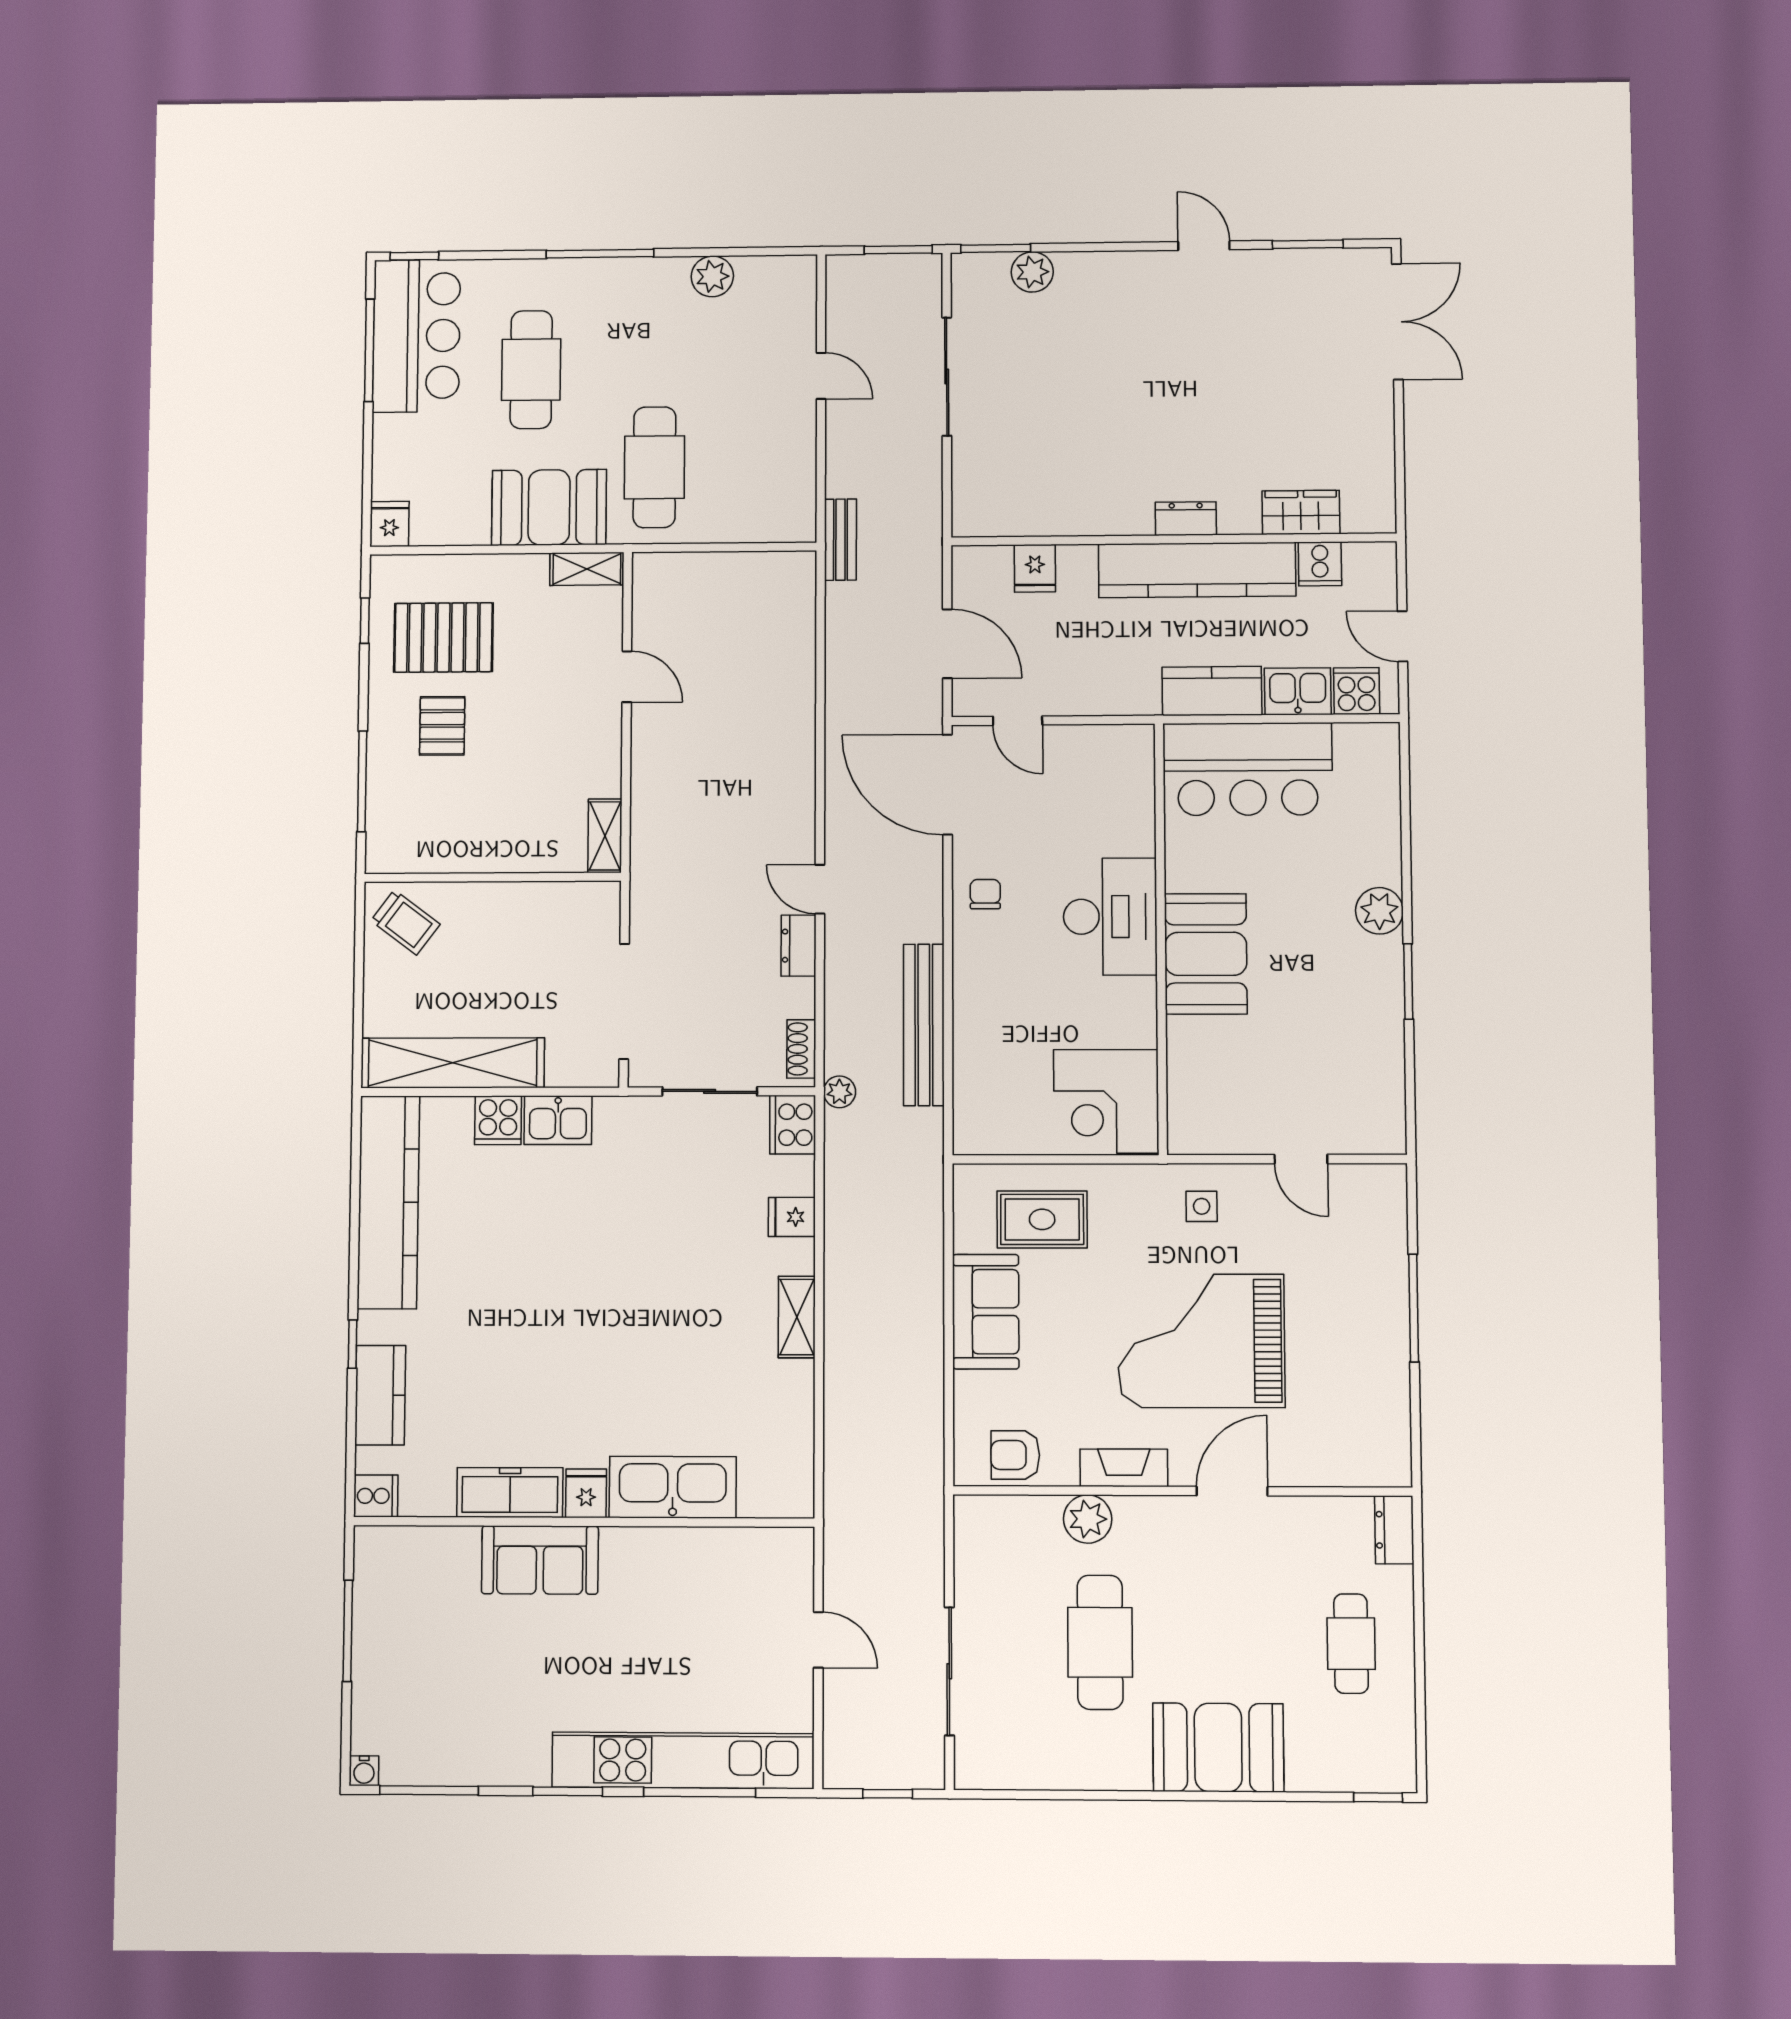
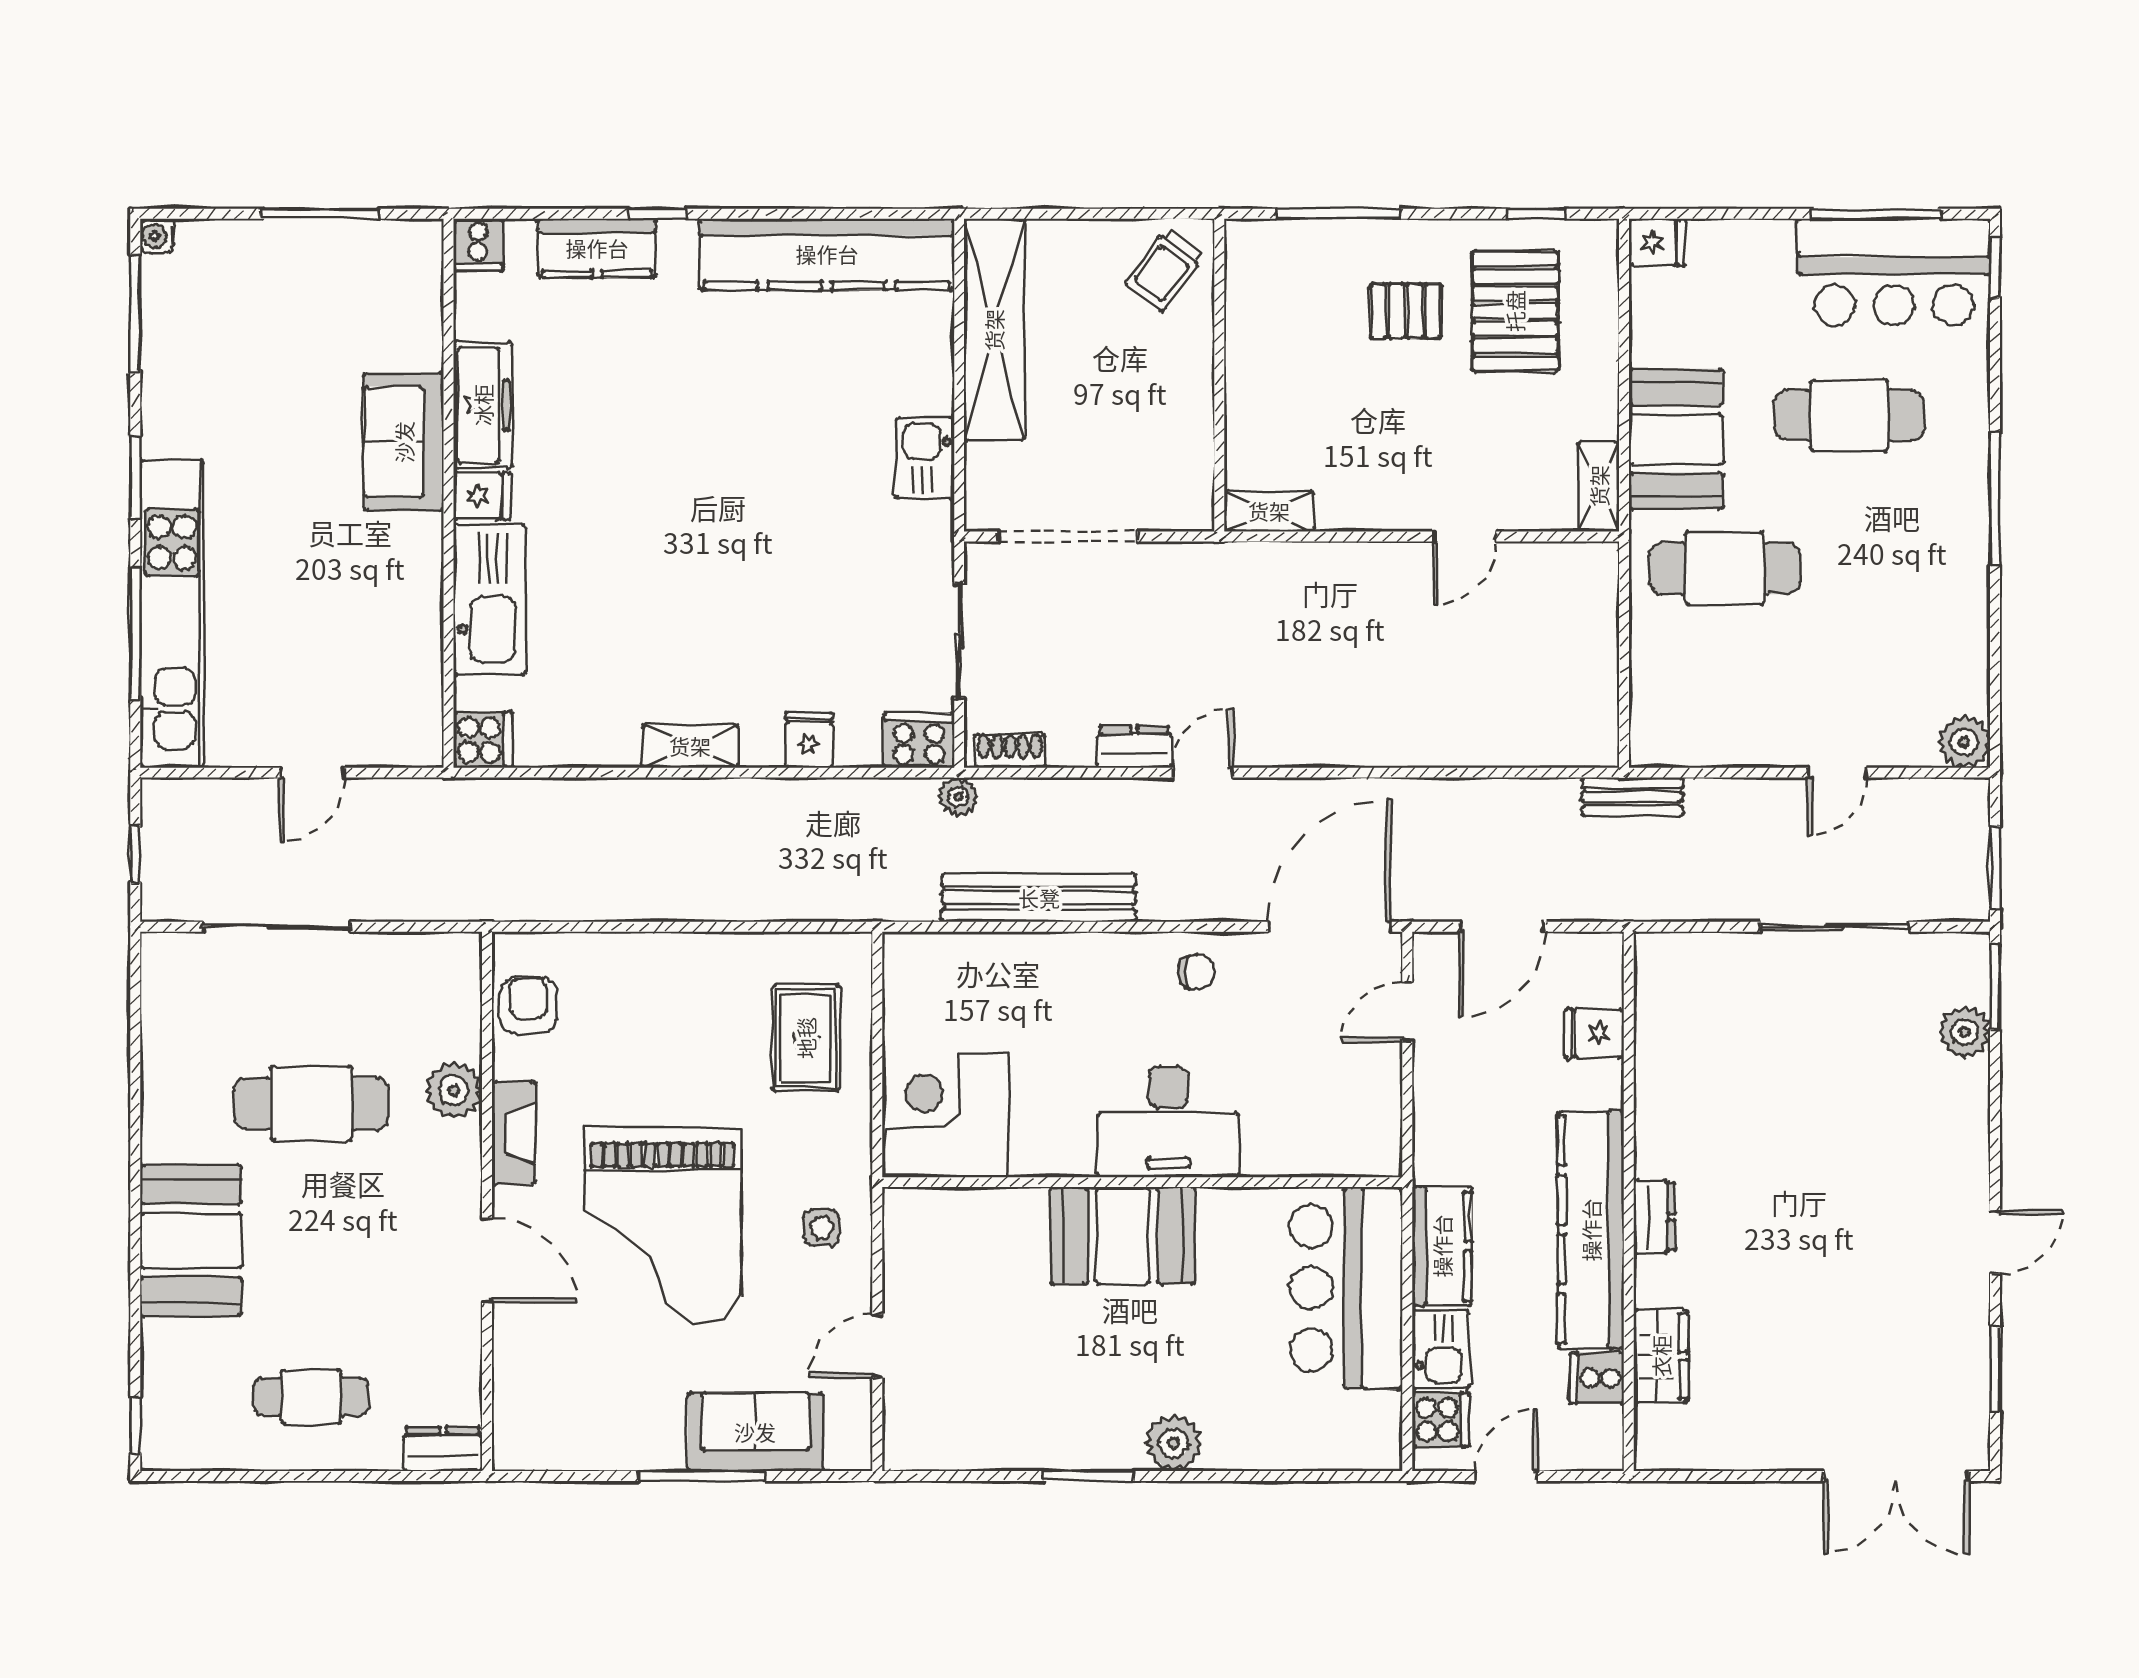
plant: (712, 276) -> (1964, 742), moved
cooker: (498, 1120) -> (483, 740), moved, turned 180
sofa: (986, 1312) -> (755, 1432), moved, turned 180
grand piano: (1201, 1341) -> (663, 1225), turned 180

